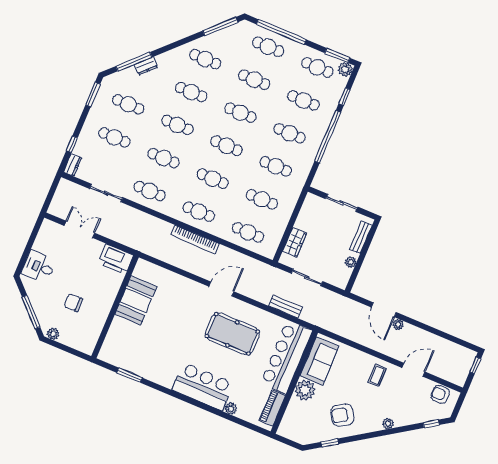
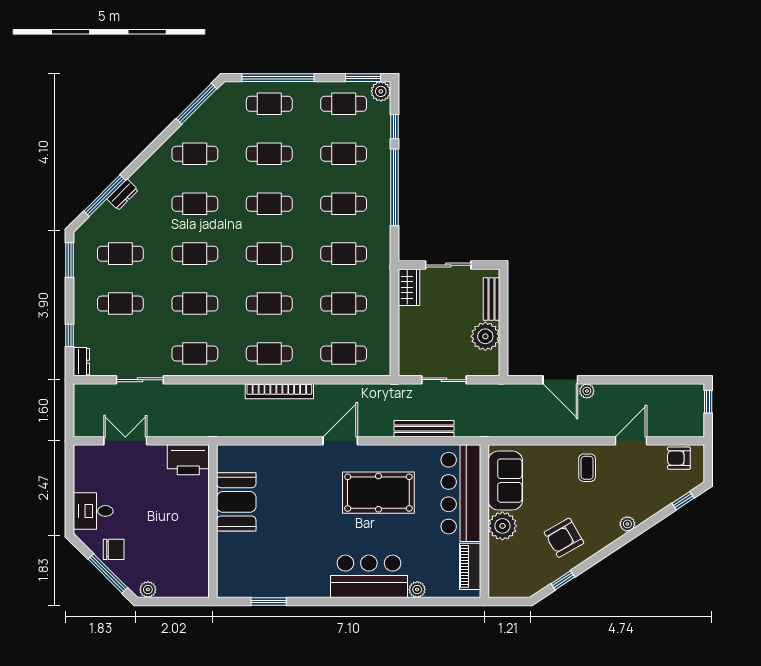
wardrobe: (295, 242) -> (409, 287), moved
plant: (351, 262) -> (485, 336), width x1.87, depth x1.87
chair: (73, 303) -> (114, 549), moved, turned 180
bench: (285, 306) -> (424, 429), width x1.36

